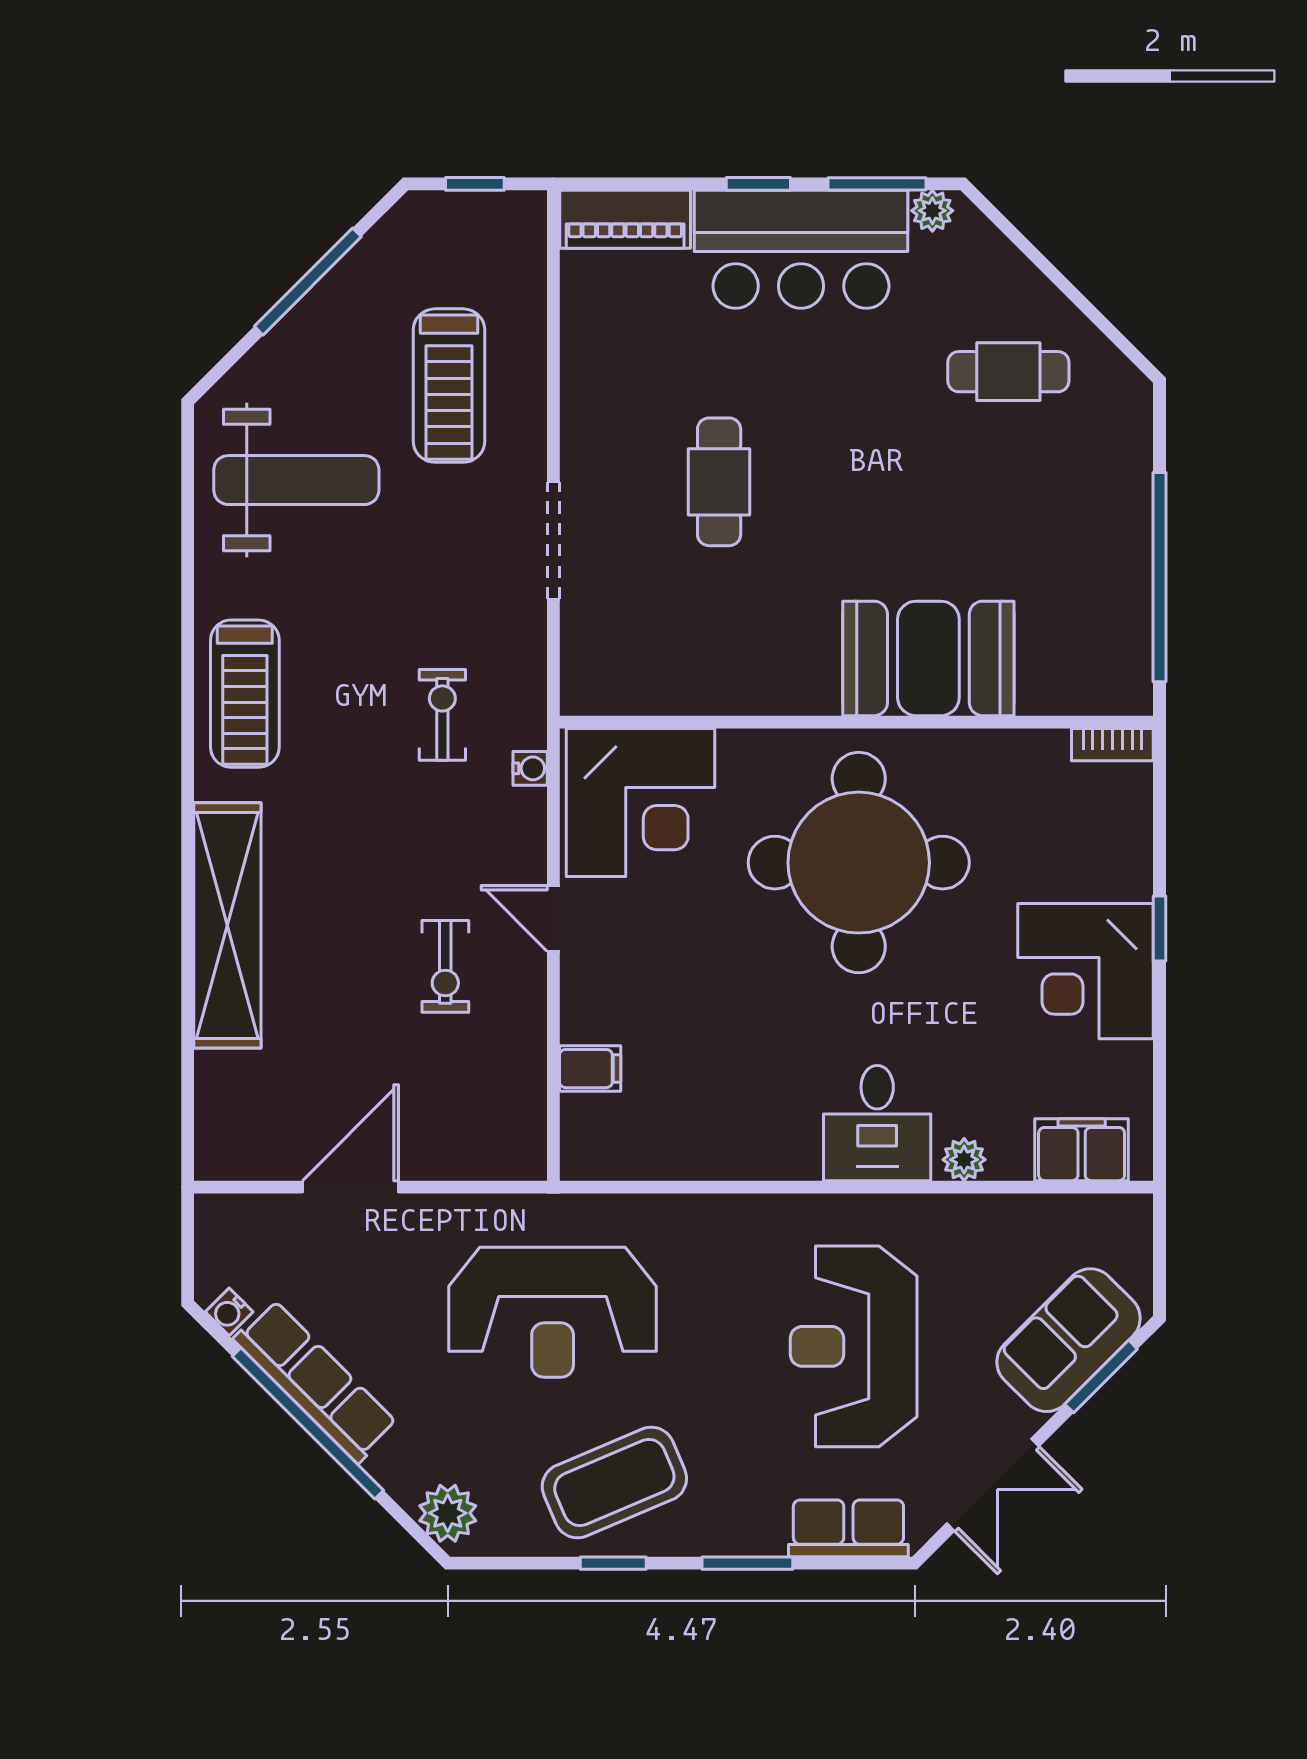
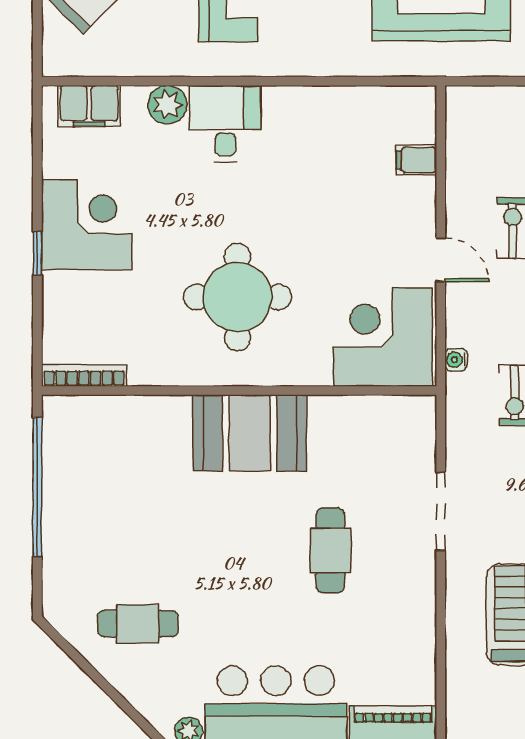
booth: (928, 658) -> (250, 433), moved
bookcase: (1112, 745) -> (84, 376), width x1.56
round table: (859, 863) -> (238, 297), width x0.73, depth x0.73
plant: (964, 1160) -> (167, 105), width x1.38, depth x1.38

